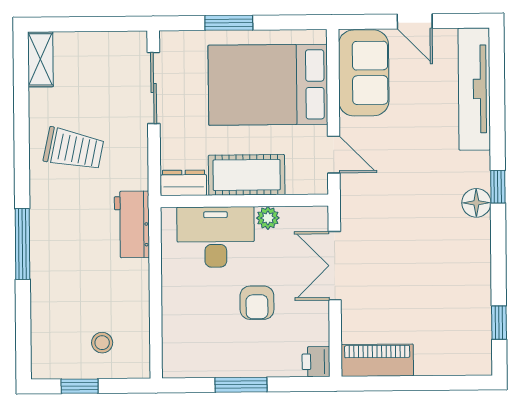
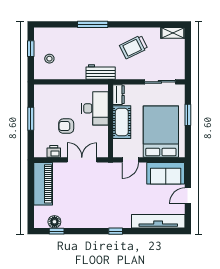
trolley: (74, 149) -> (134, 47), turned 52
floor lamp: (476, 203) -> (54, 222), moved
plant: (268, 218) -> (103, 131), removed
piano: (377, 360) -> (43, 184), width x1.37, depth x1.33
printer: (316, 362) -> (54, 151), moved

